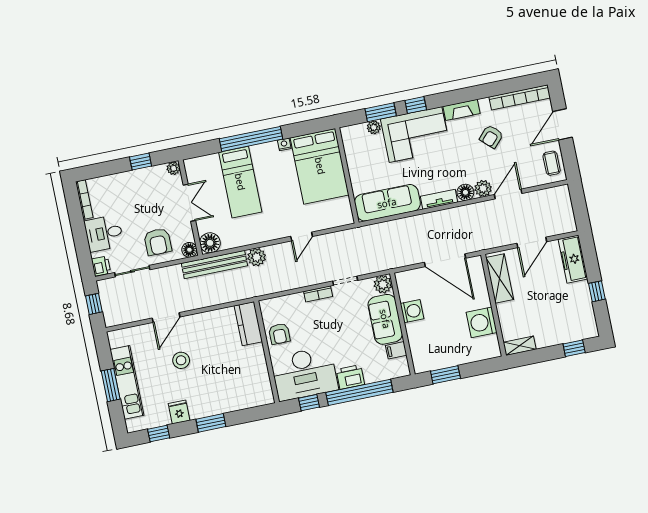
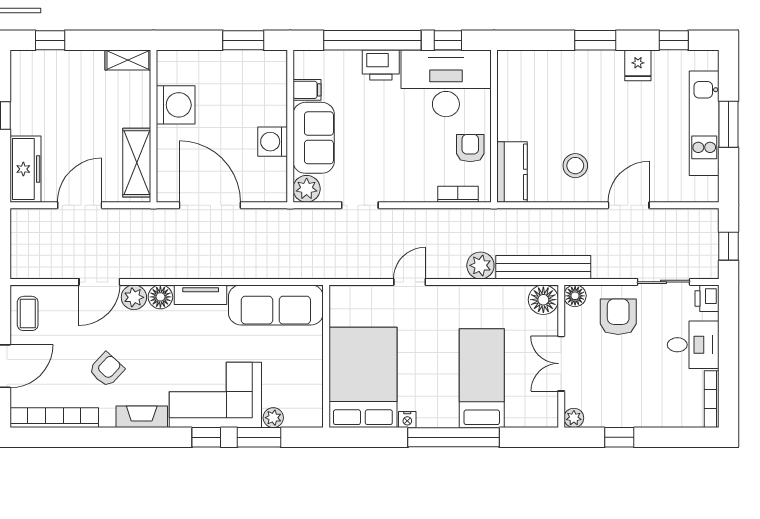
bookcase: (318, 294) -> (458, 194), moved
stool: (181, 360) -> (575, 166), moved

